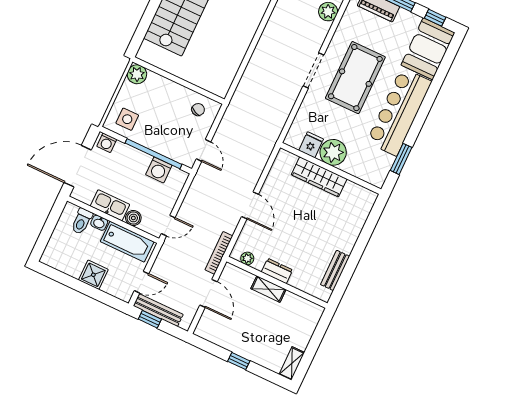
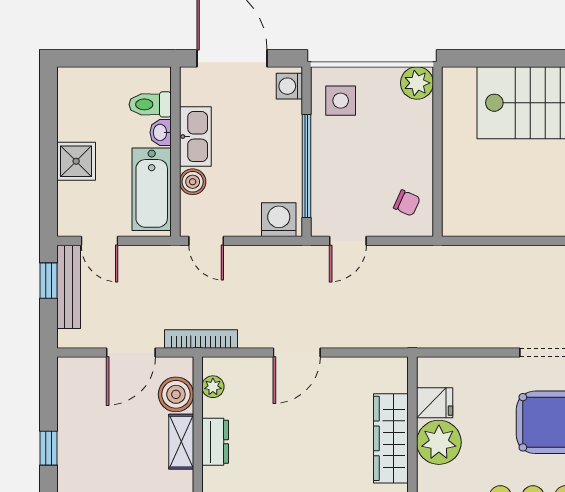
washing machine: (159, 170) -> (279, 220), moved, turned 90
boiler: (242, 280) -> (176, 394), added

